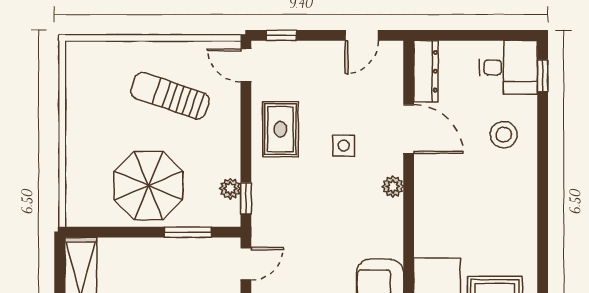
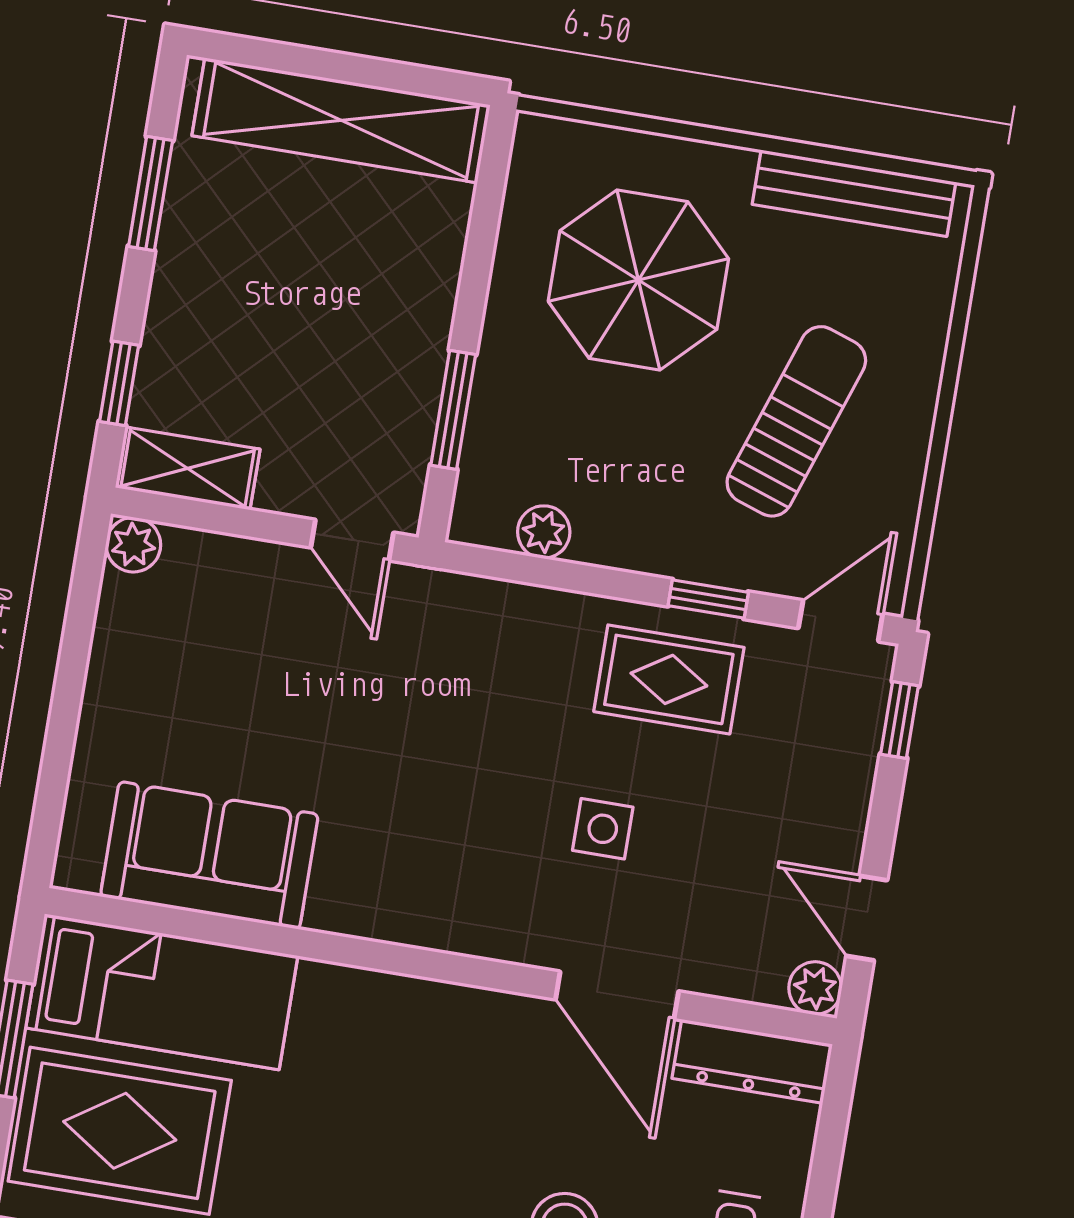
bench: (76, 88) -> (854, 193), added
door: (409, 129) -> (617, 995), hinge flipped
parasol: (148, 186) -> (638, 280), moved
plant: (393, 186) -> (815, 988), moved
window: (246, 198) -> (708, 599), moved

